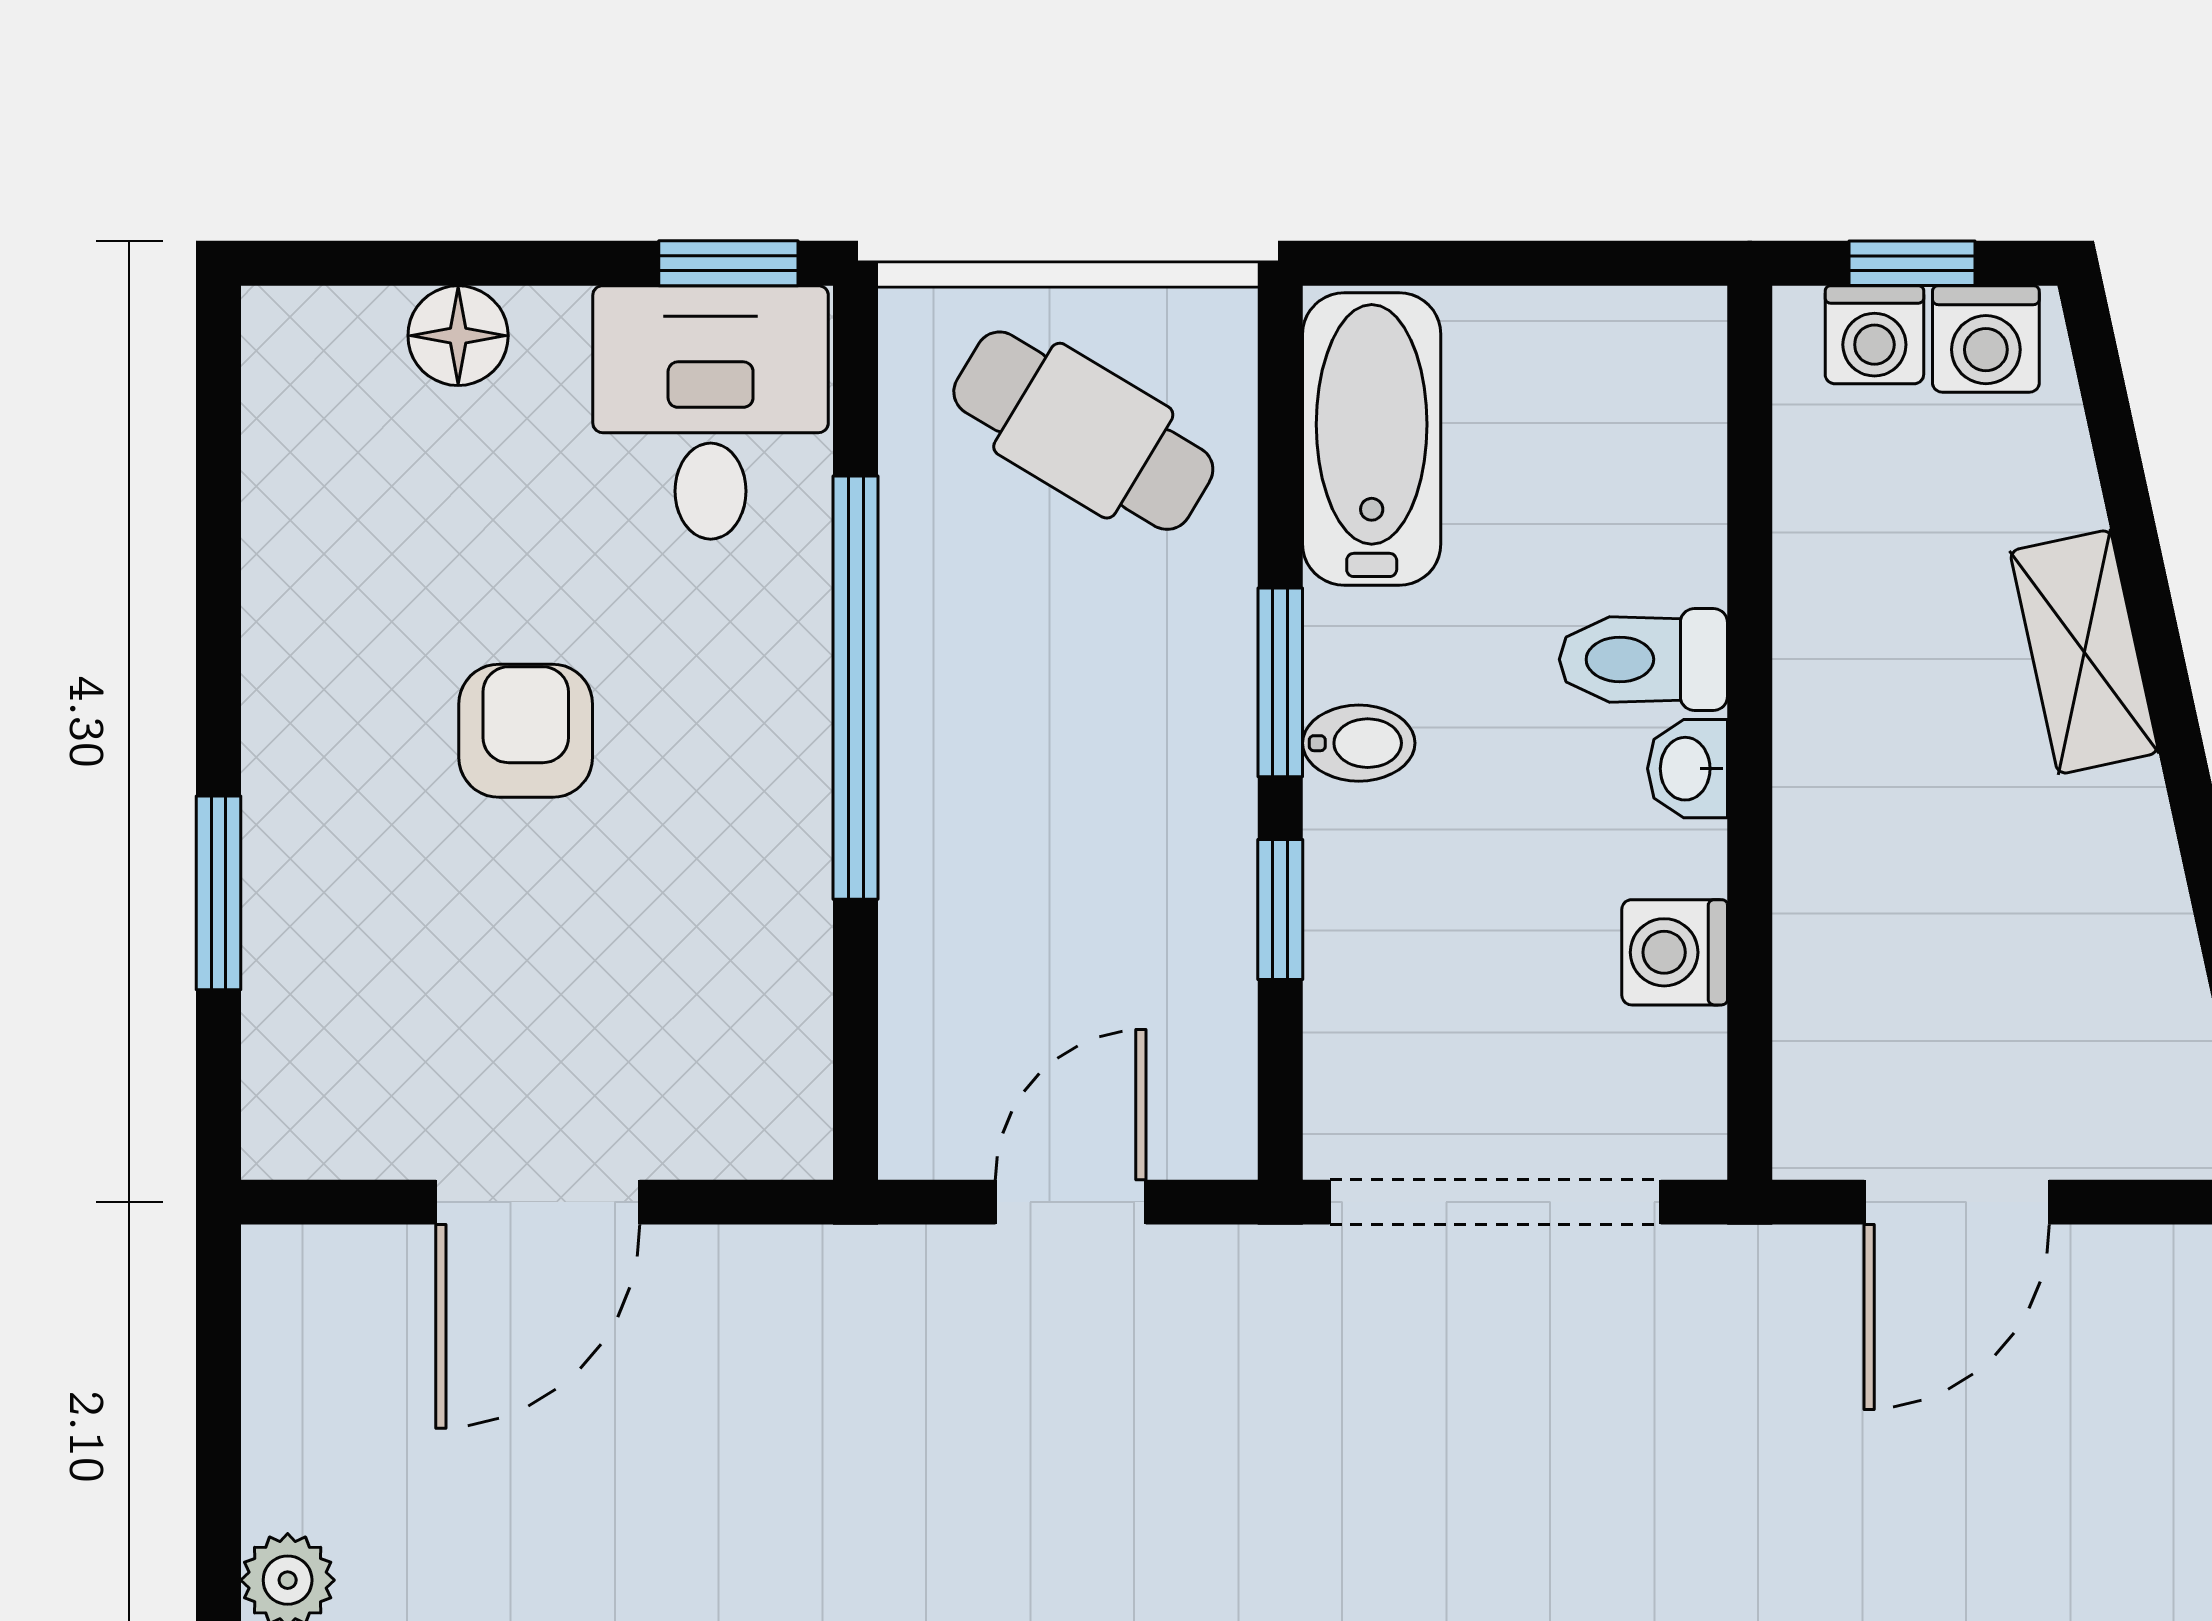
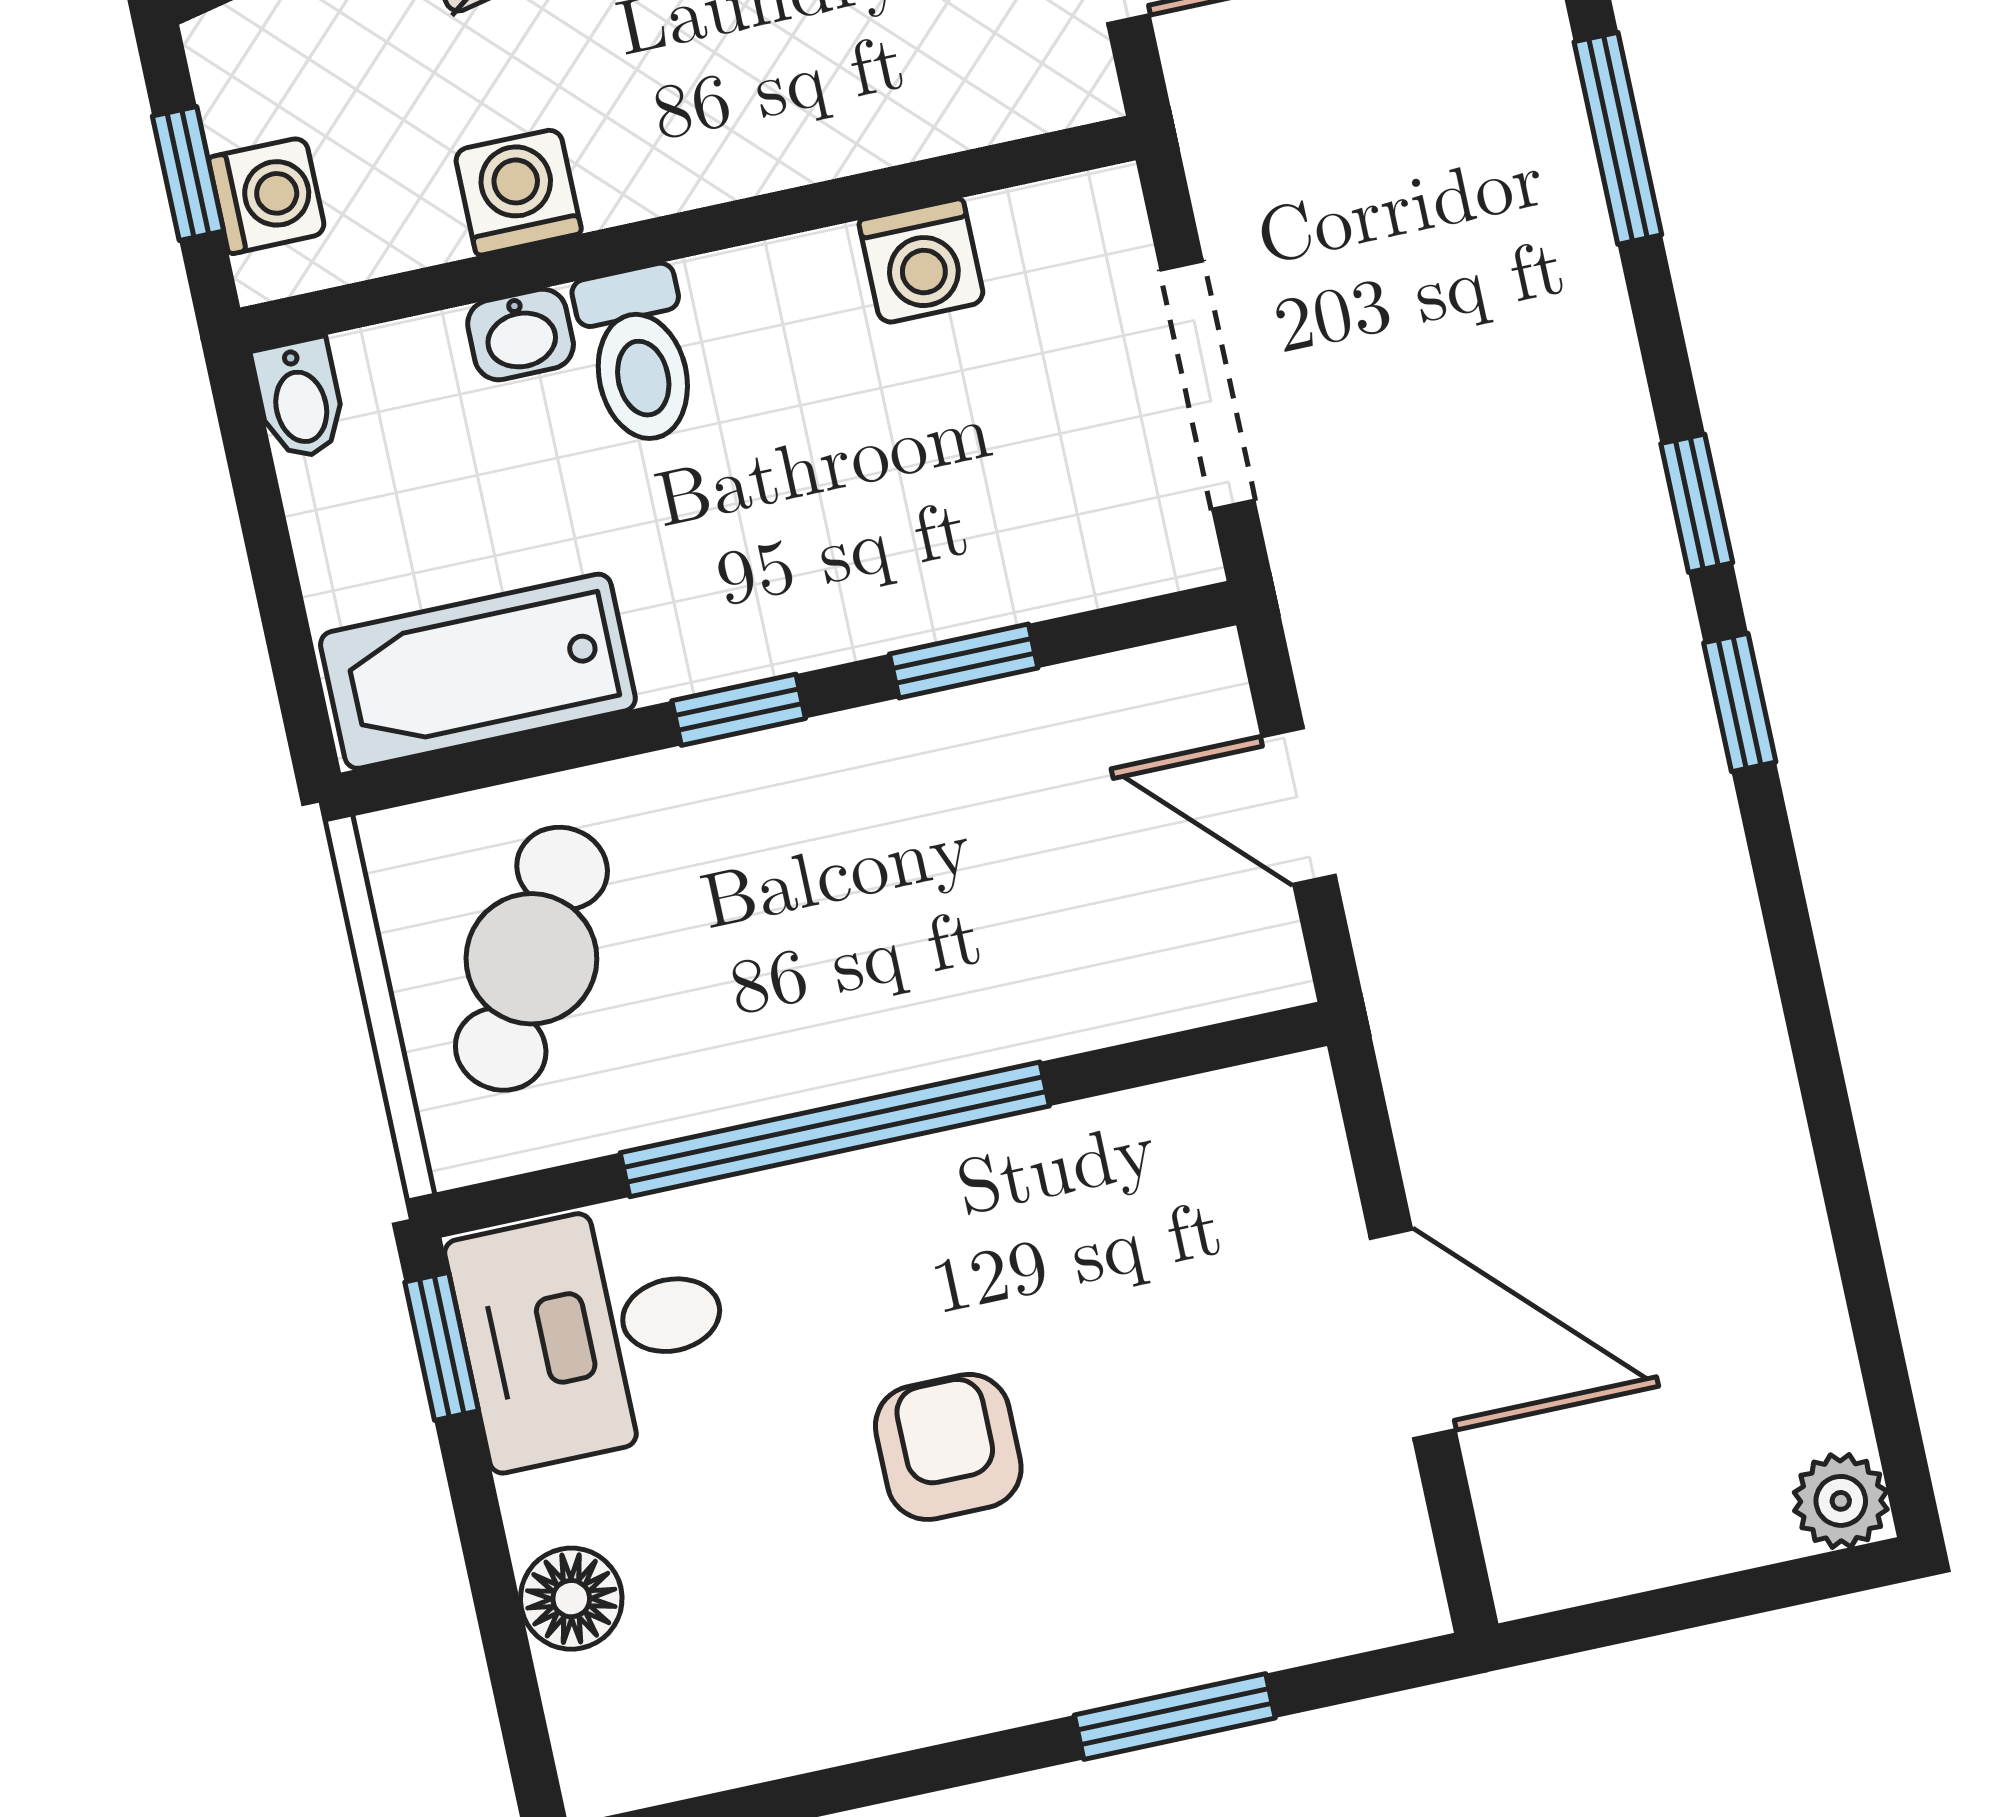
washing machine: (1986, 339) -> (518, 192), moved, turned -90
window: (1280, 682) -> (739, 710), width x0.67
armchair: (526, 731) -> (948, 1447), turned 90
bidet: (1359, 743) -> (300, 399), moved, turned 180
washbasin: (1688, 769) -> (521, 334), moved
doorway: (1495, 1202) -> (1208, 385), width x0.73

